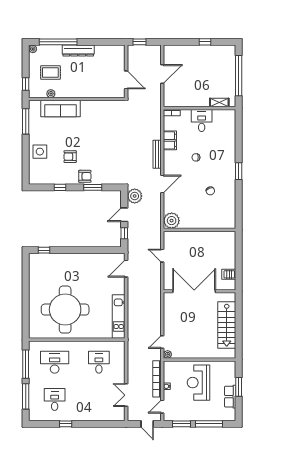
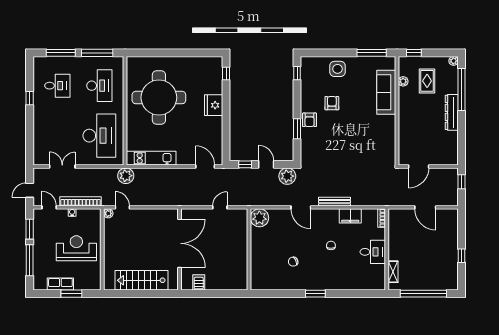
window: (60, 187) -> (297, 73), moved
fridge: (72, 261) -> (214, 105), added
plant: (134, 339) -> (126, 176), added
desk: (99, 362) -> (99, 136), width x1.87, depth x1.30

